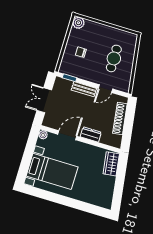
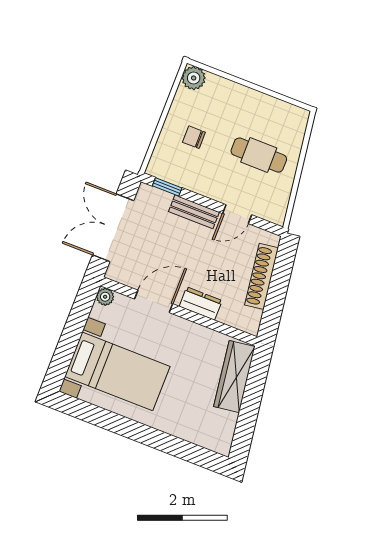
cafe table: (114, 58) -> (259, 155), turned 90
double door: (44, 100) -> (113, 228), width x1.37
wardrobe: (111, 164) -> (234, 377), width x1.50

